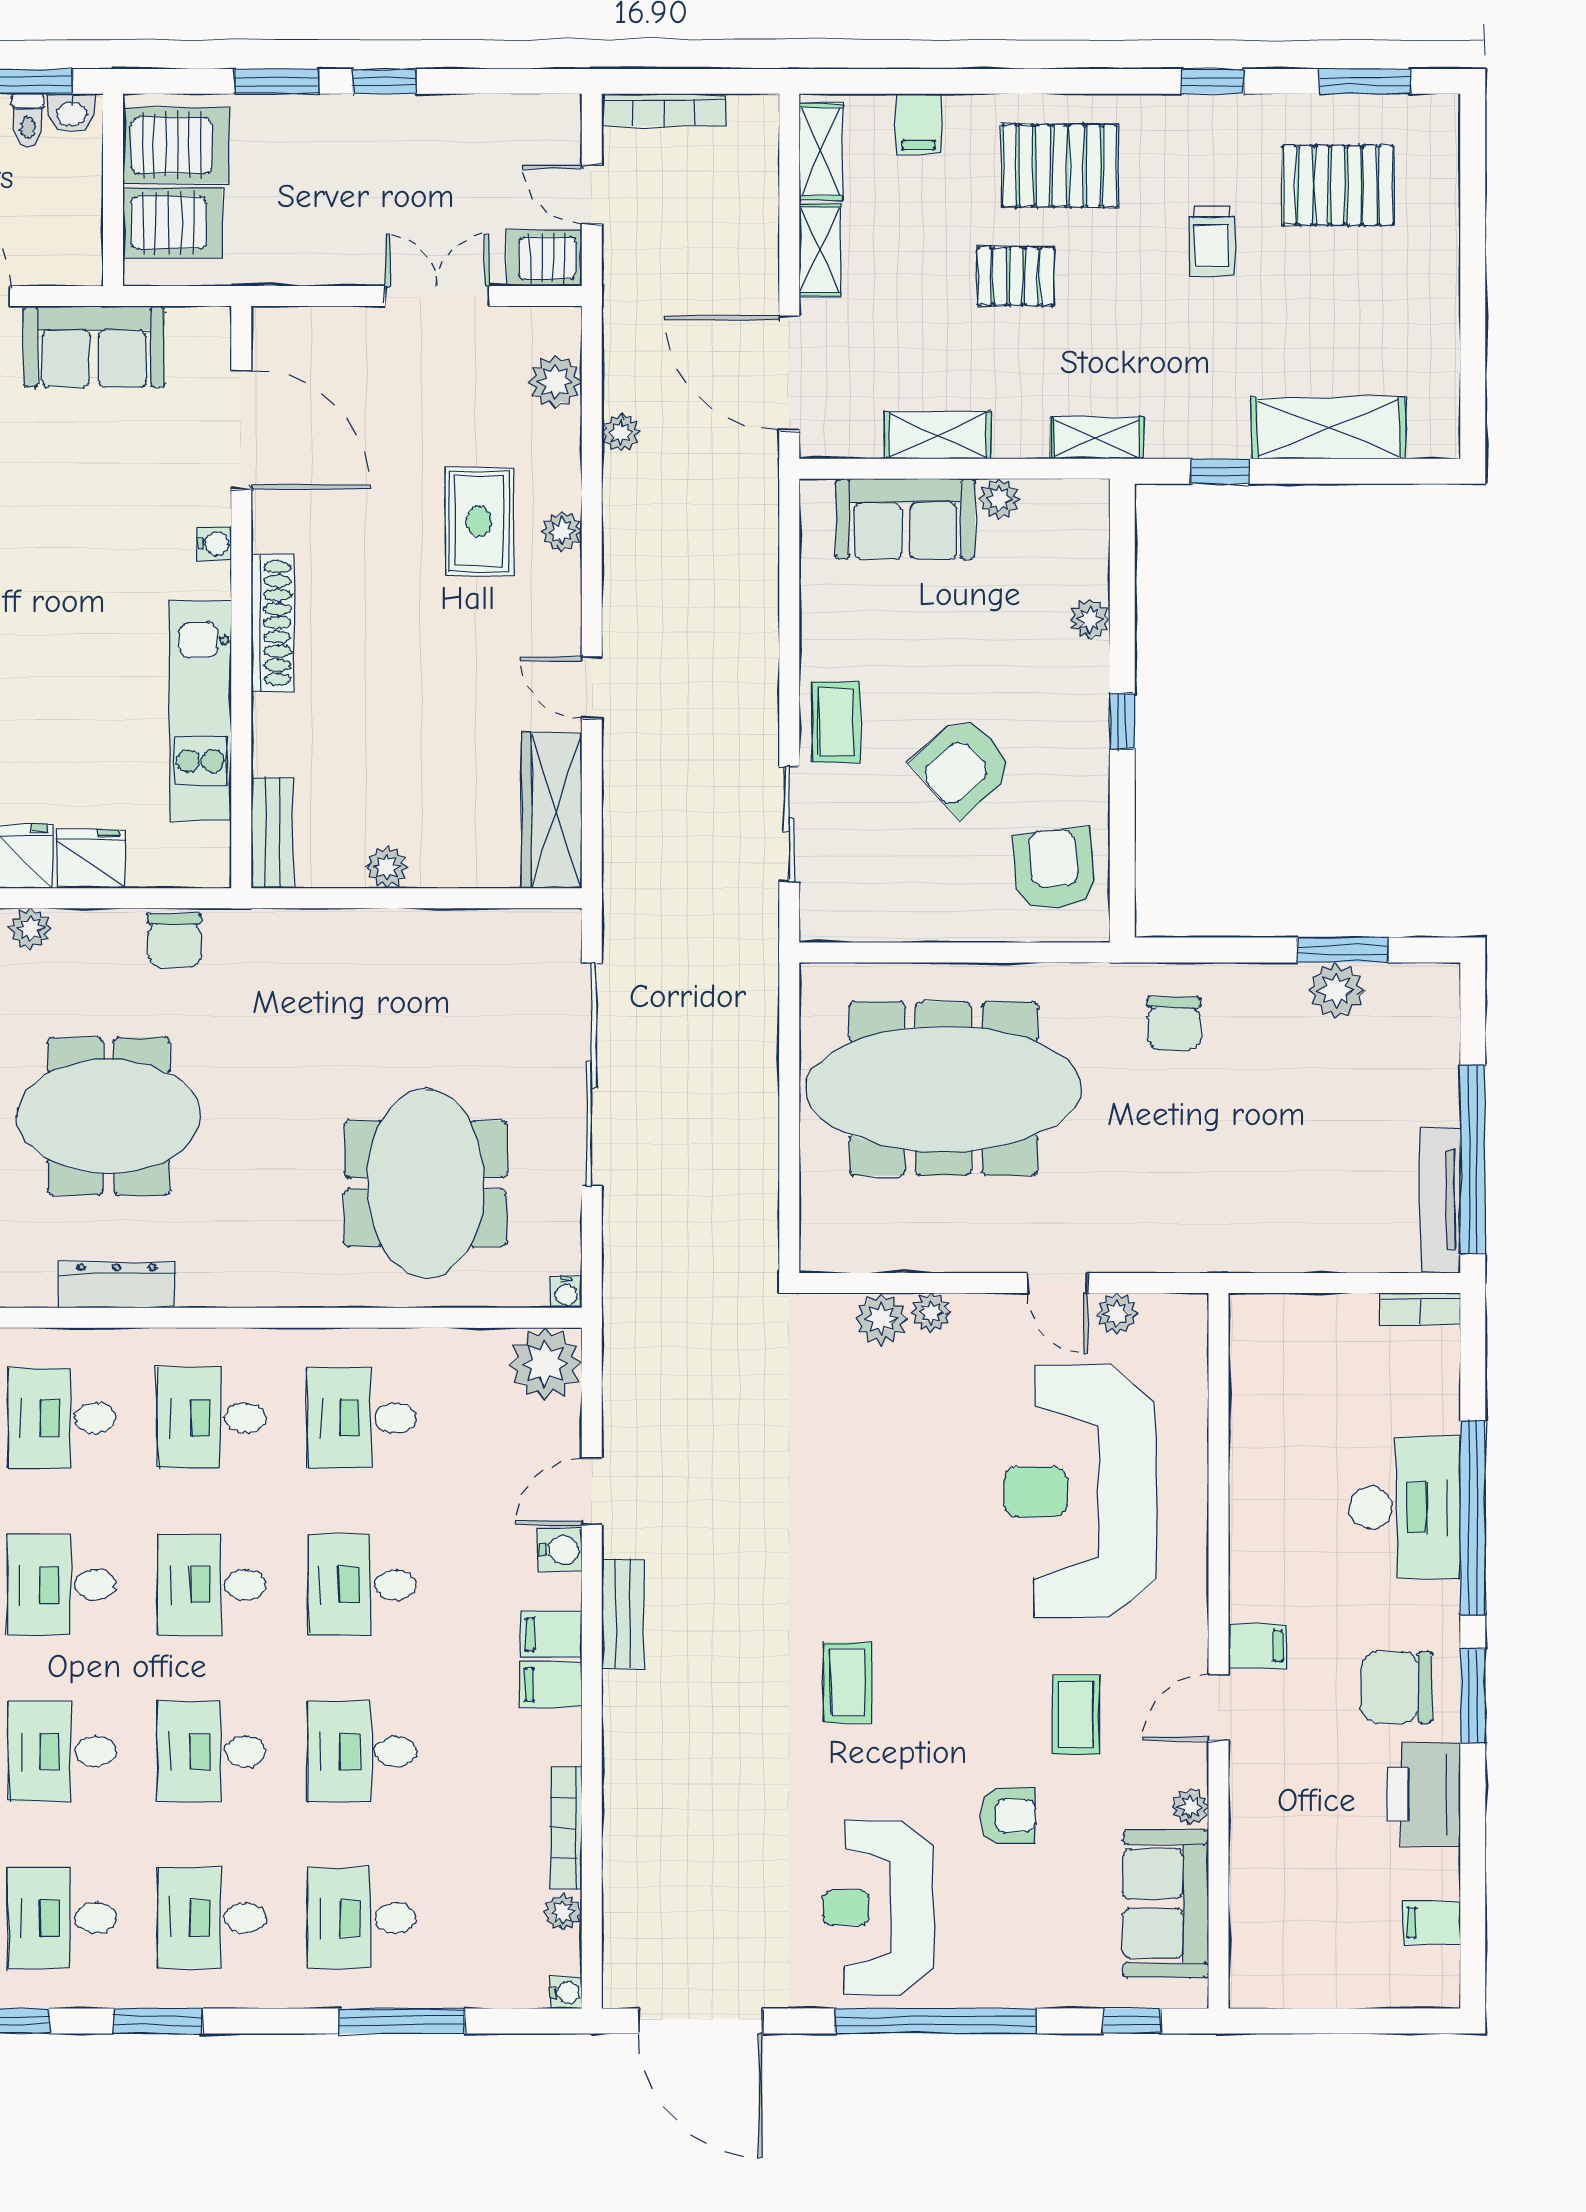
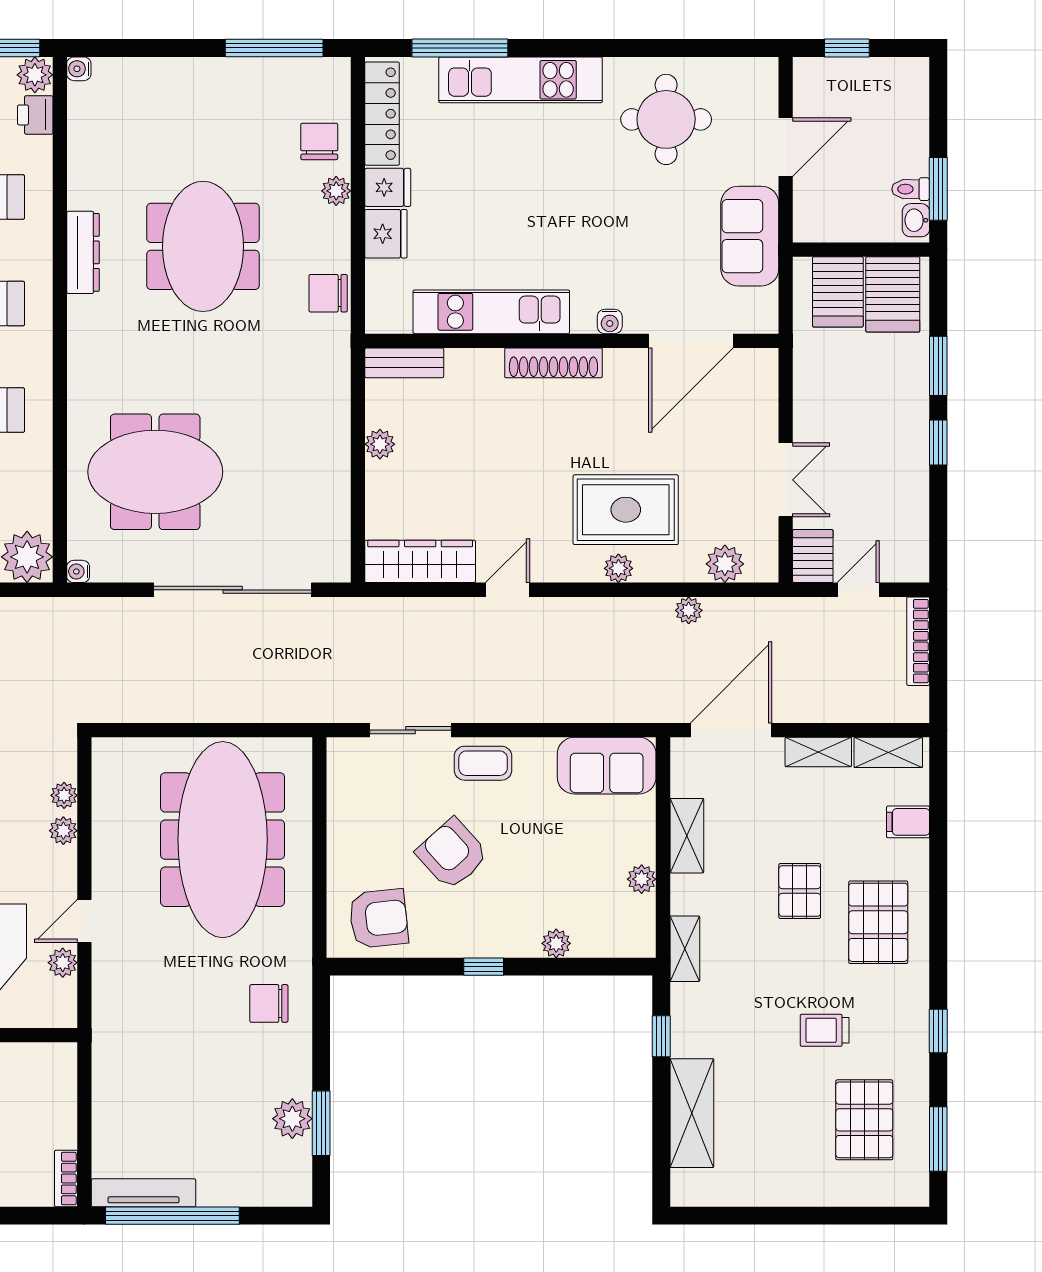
sofa: (905, 519) -> (607, 766), moved, turned -90
rug: (479, 521) -> (626, 510), width x1.36, depth x1.43
plant: (881, 1319) -> (64, 795), width x0.73, depth x0.73

